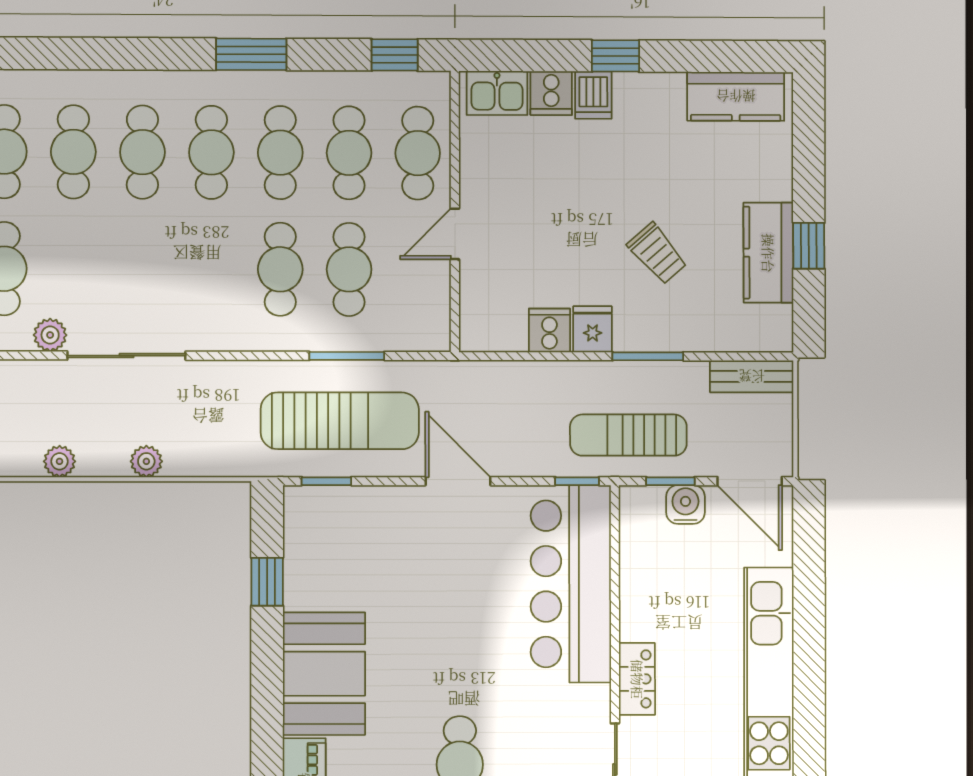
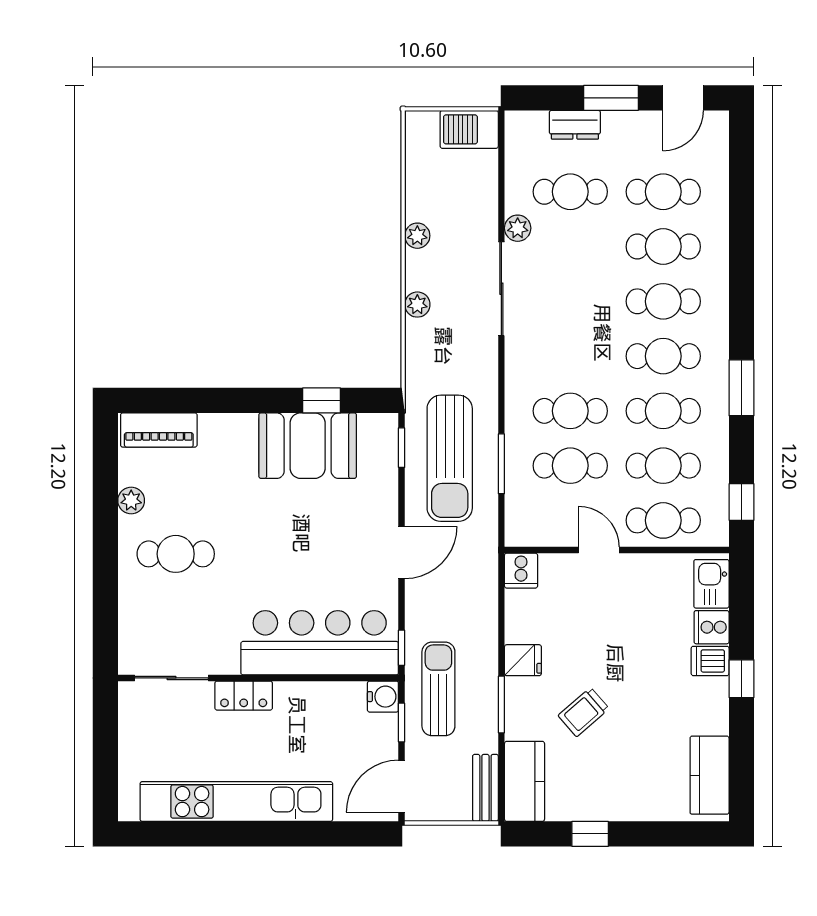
kitchen counter: (768, 253) -> (524, 781), moved, turned 90
cooker: (549, 330) -> (521, 571), moved, turned 90
water cooler: (685, 504) -> (383, 697), moved
booth: (324, 674) -> (308, 446), moved

